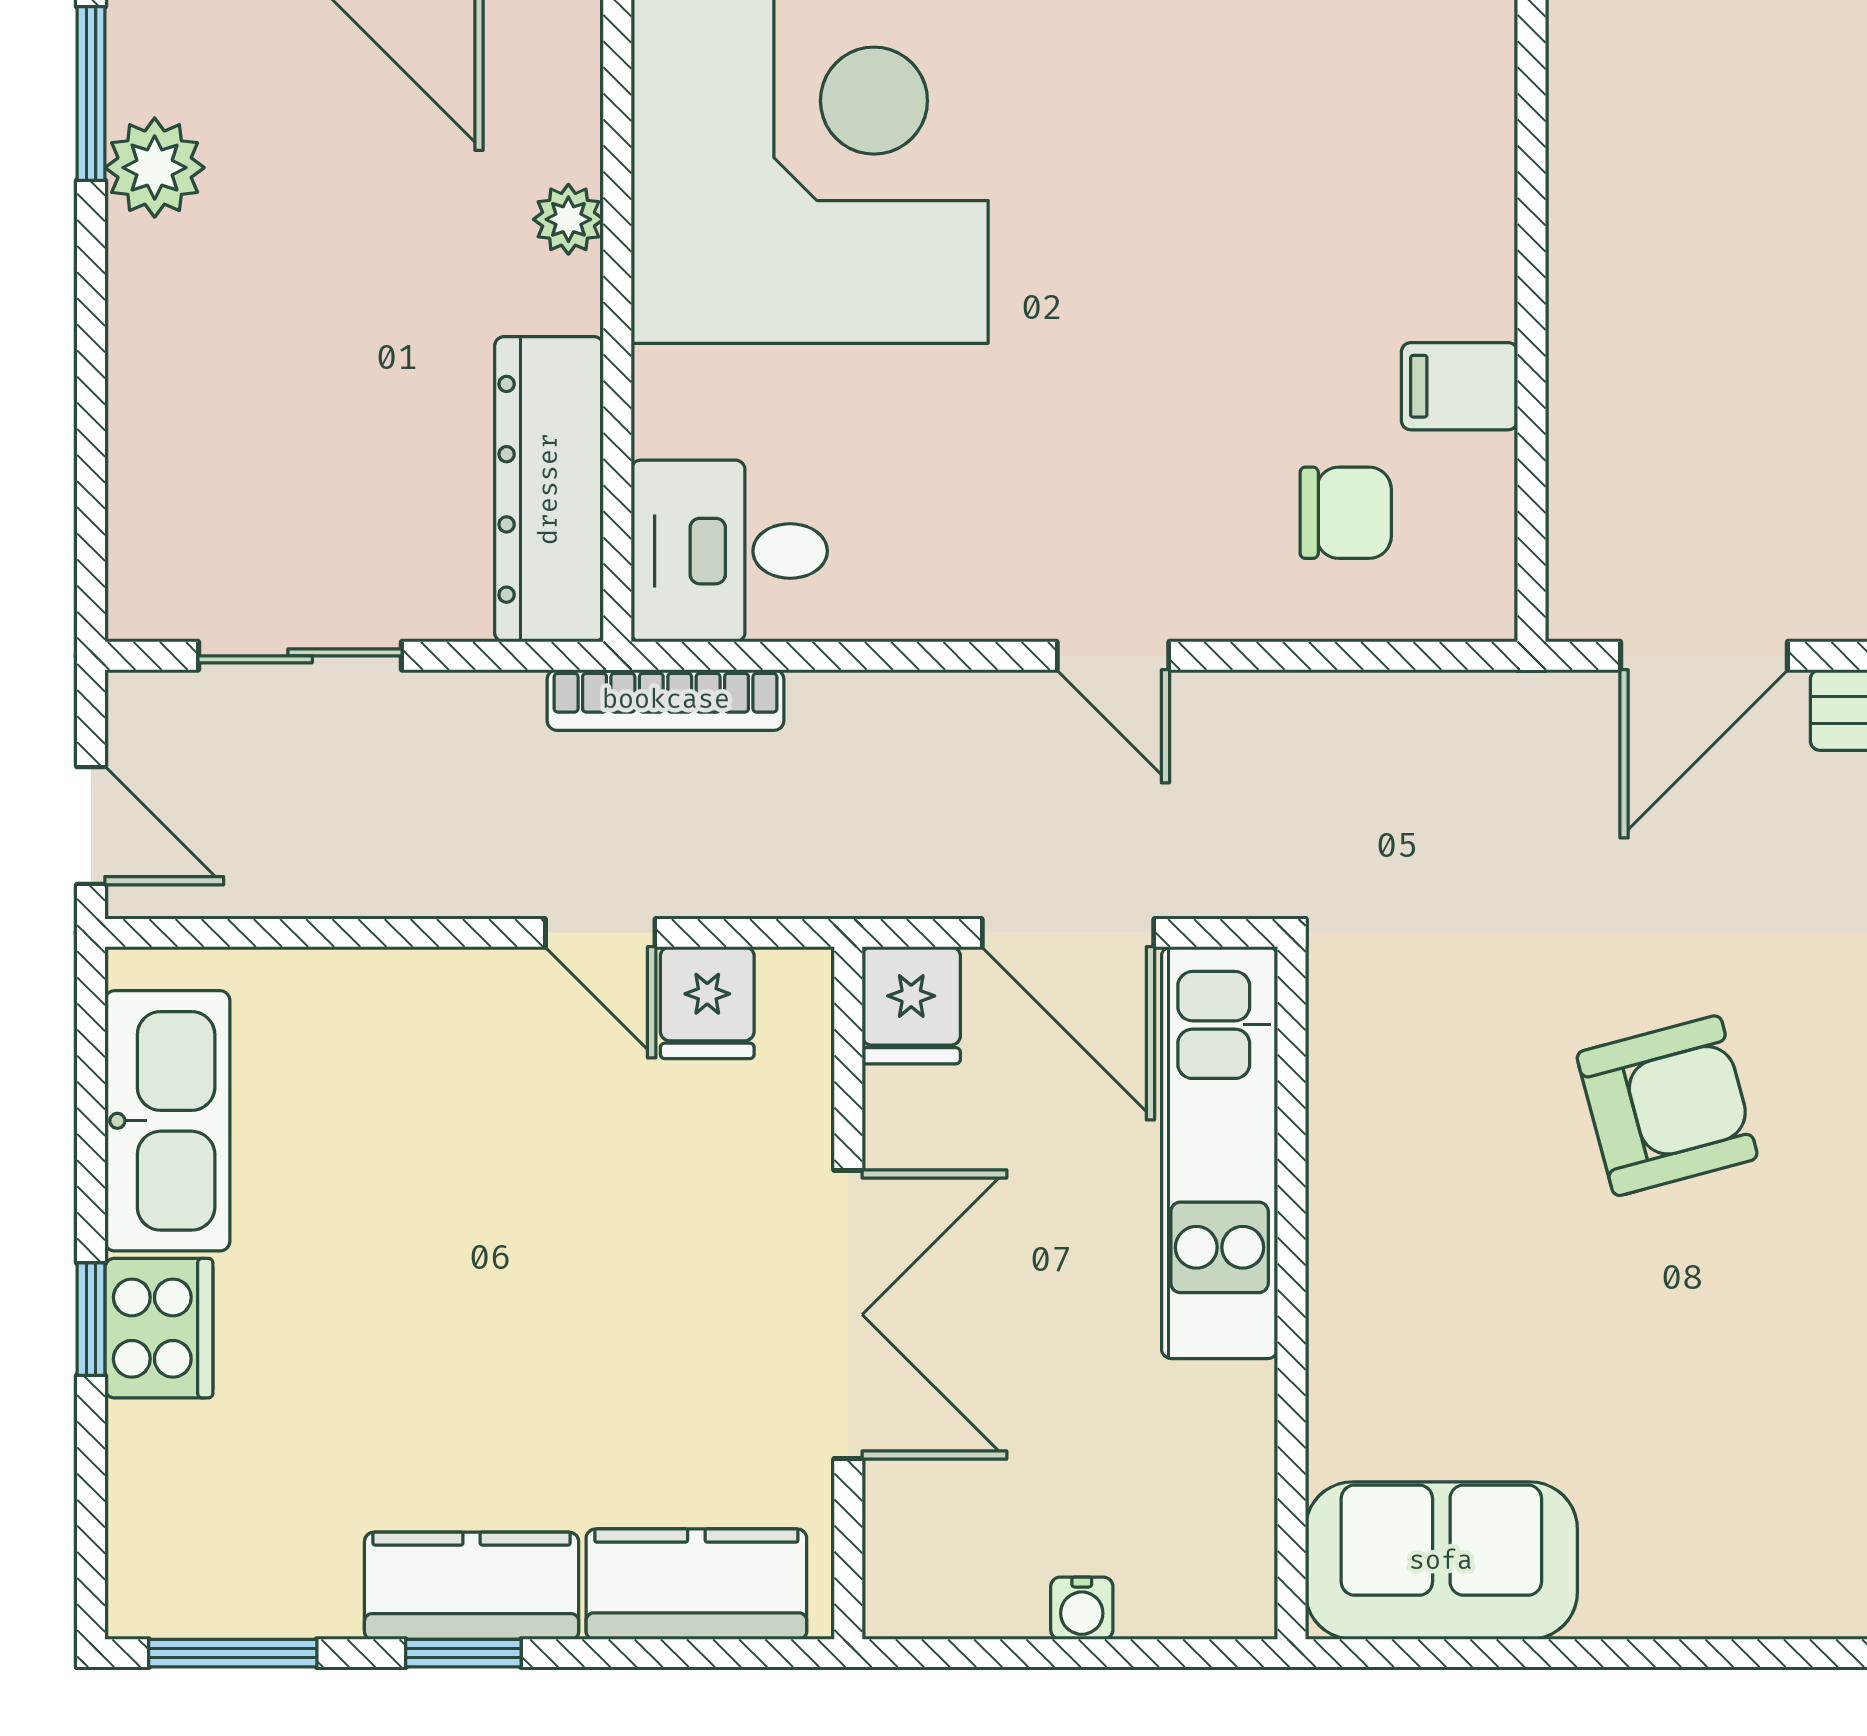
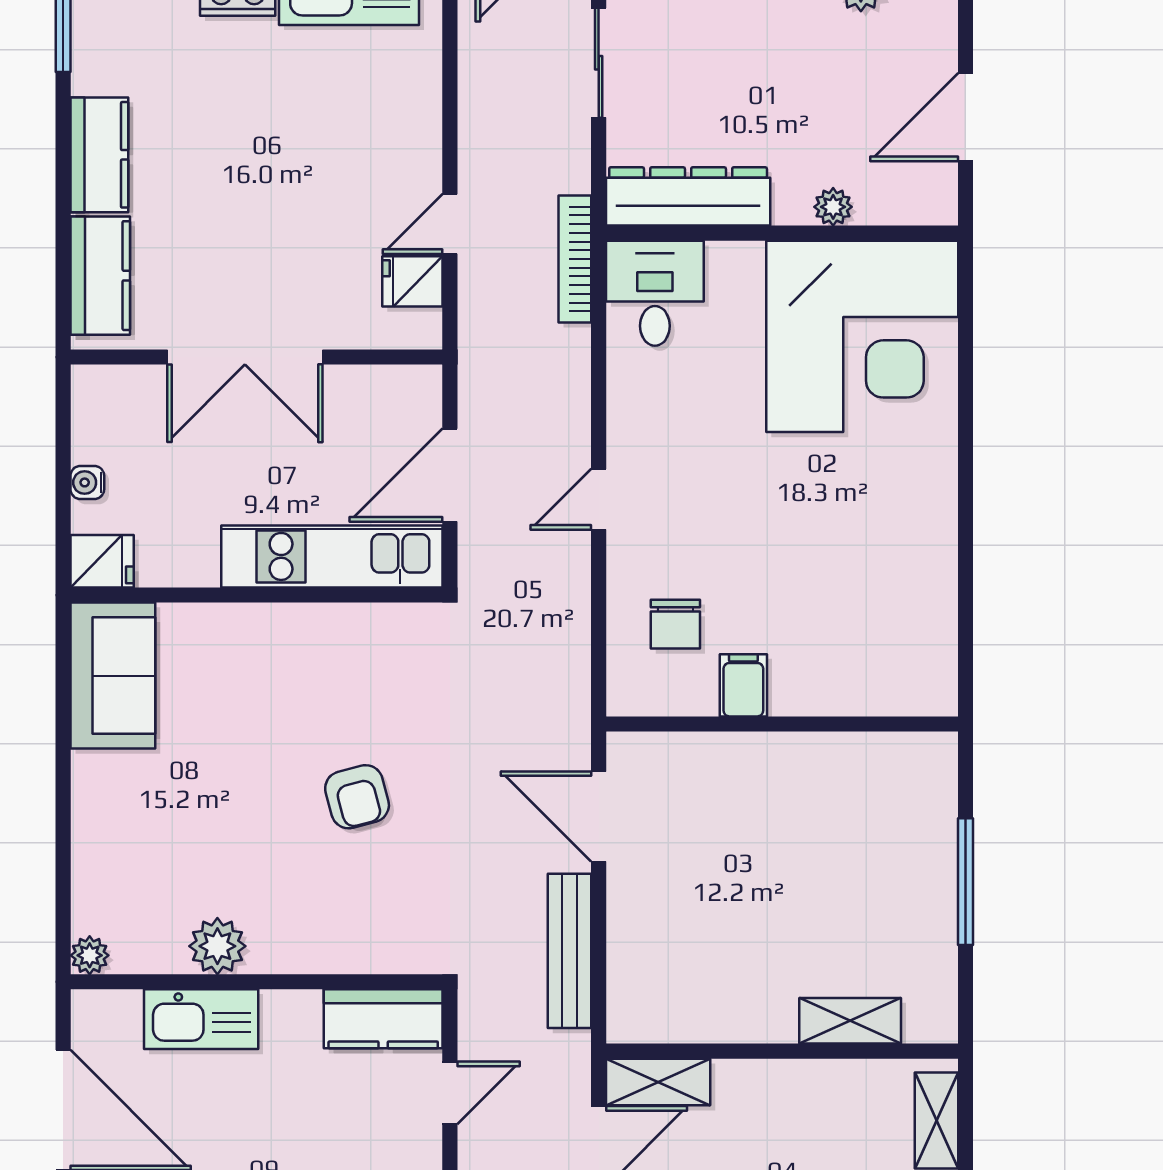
fridge: (911, 1005) -> (102, 561), moved, turned 180
armchair: (1667, 1106) -> (357, 797), width x0.72, depth x0.72
window: (463, 1653) -> (63, 150), removed

